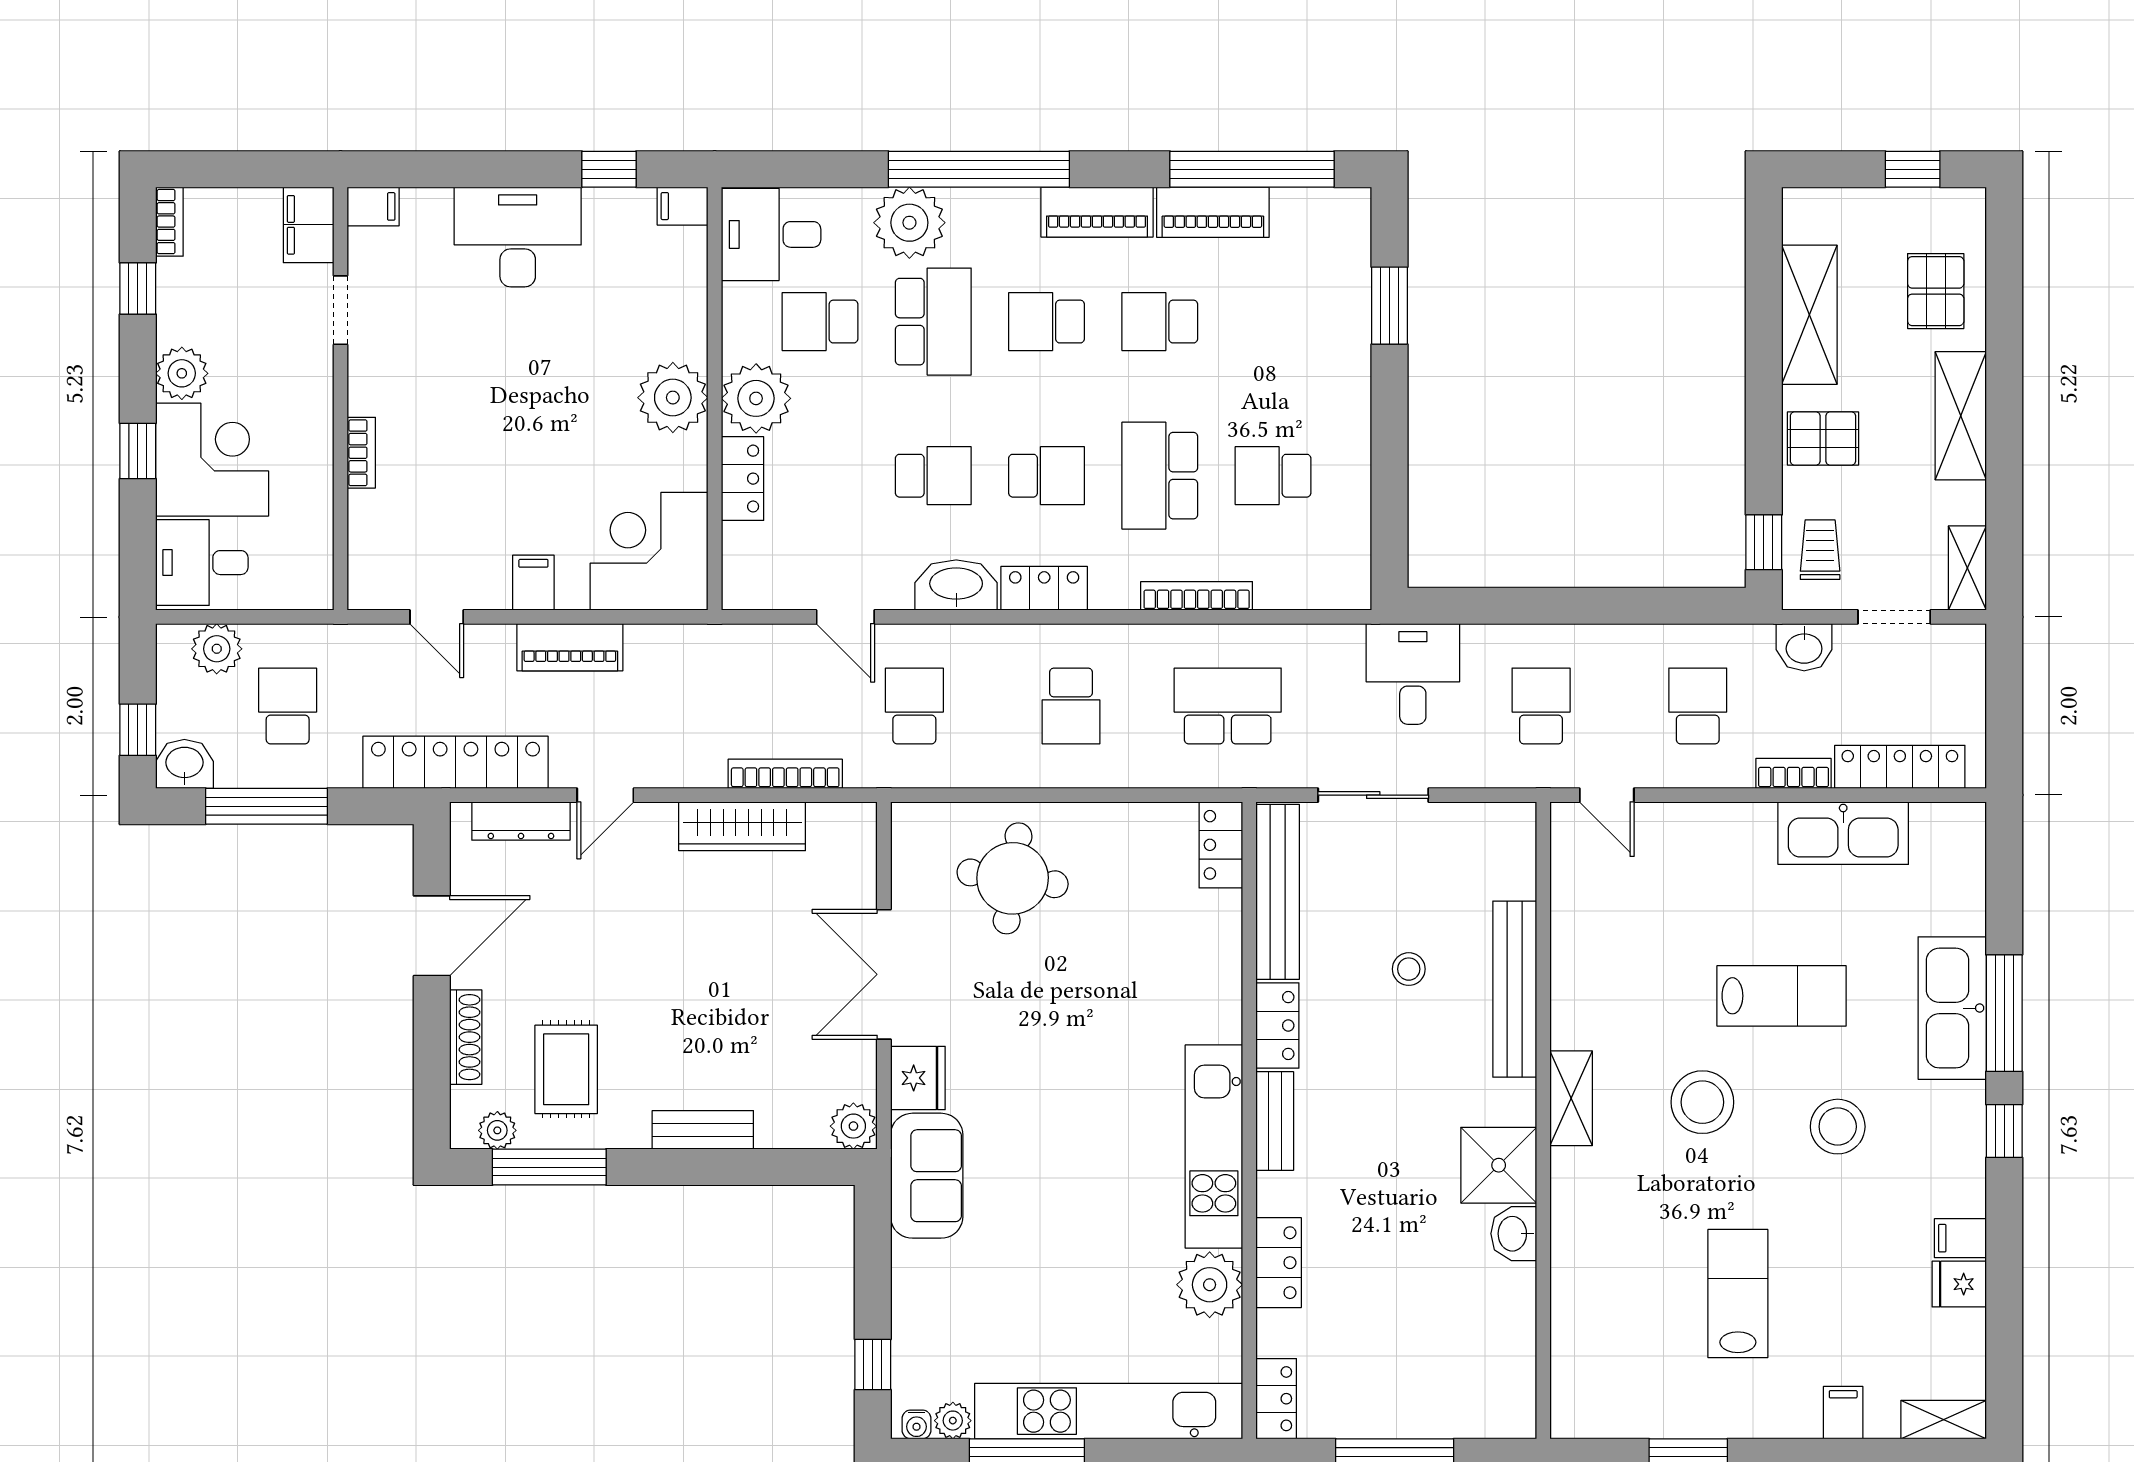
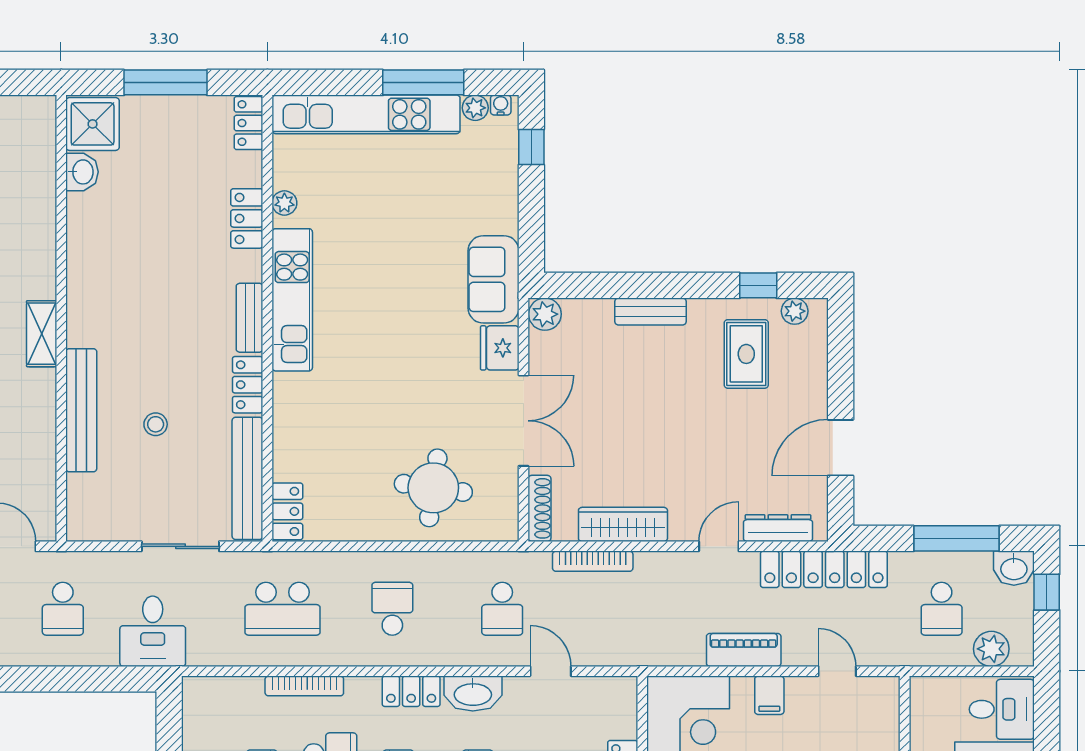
shoe rack: (466, 1037) -> (539, 508), moved, turned 180
shower: (1499, 1165) -> (93, 124), moved
window: (549, 1167) -> (758, 285), width x0.46
washbasin: (1514, 1234) -> (82, 172), moved
plant: (1210, 1285) -> (284, 203), width x0.53, depth x0.53

